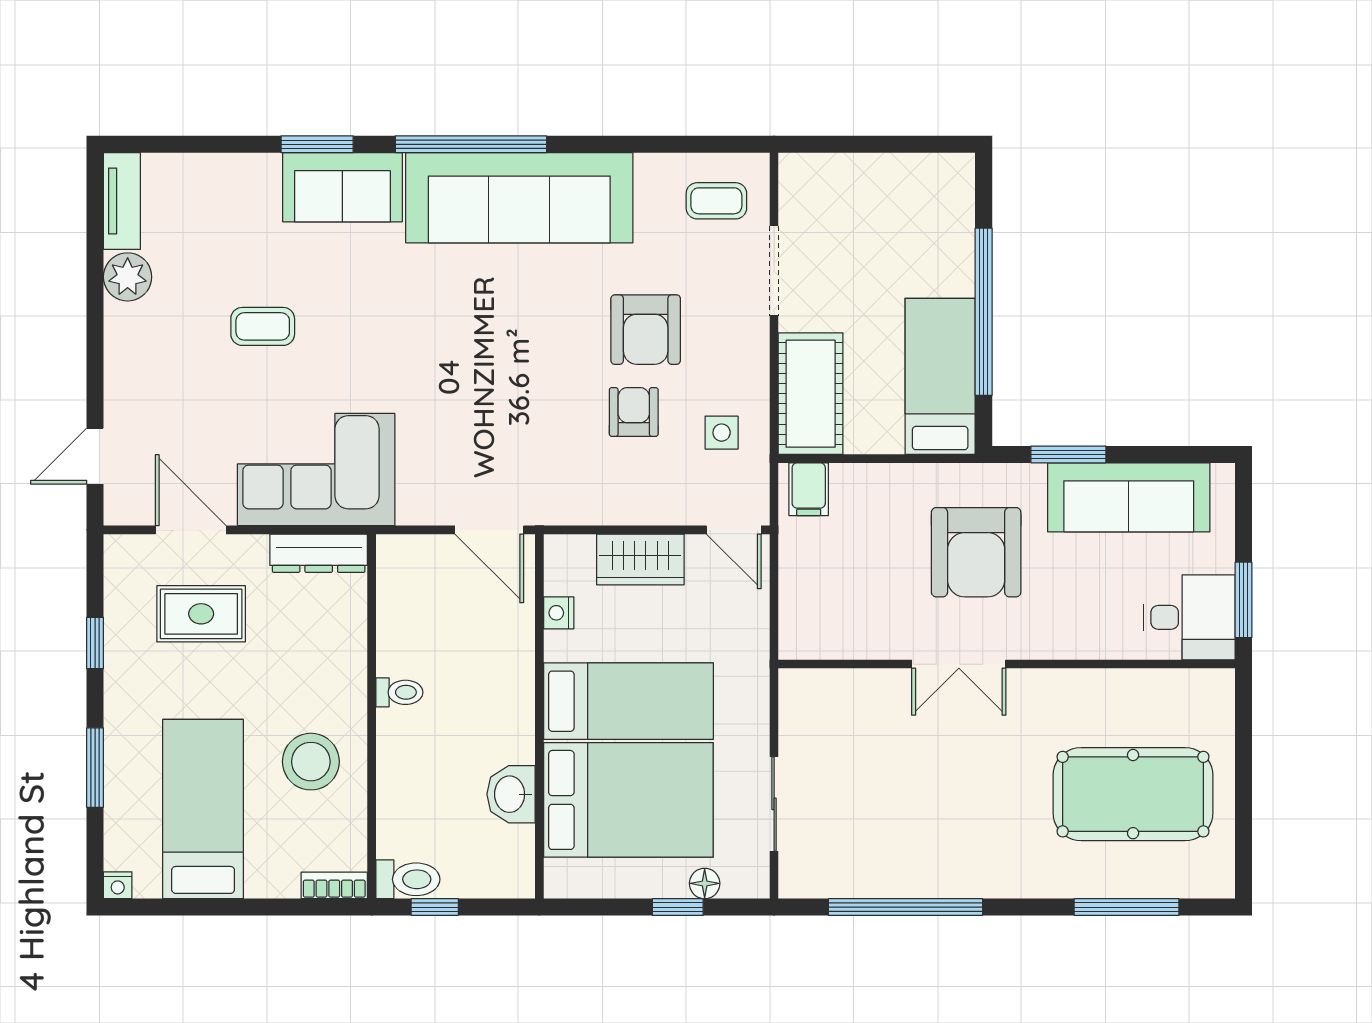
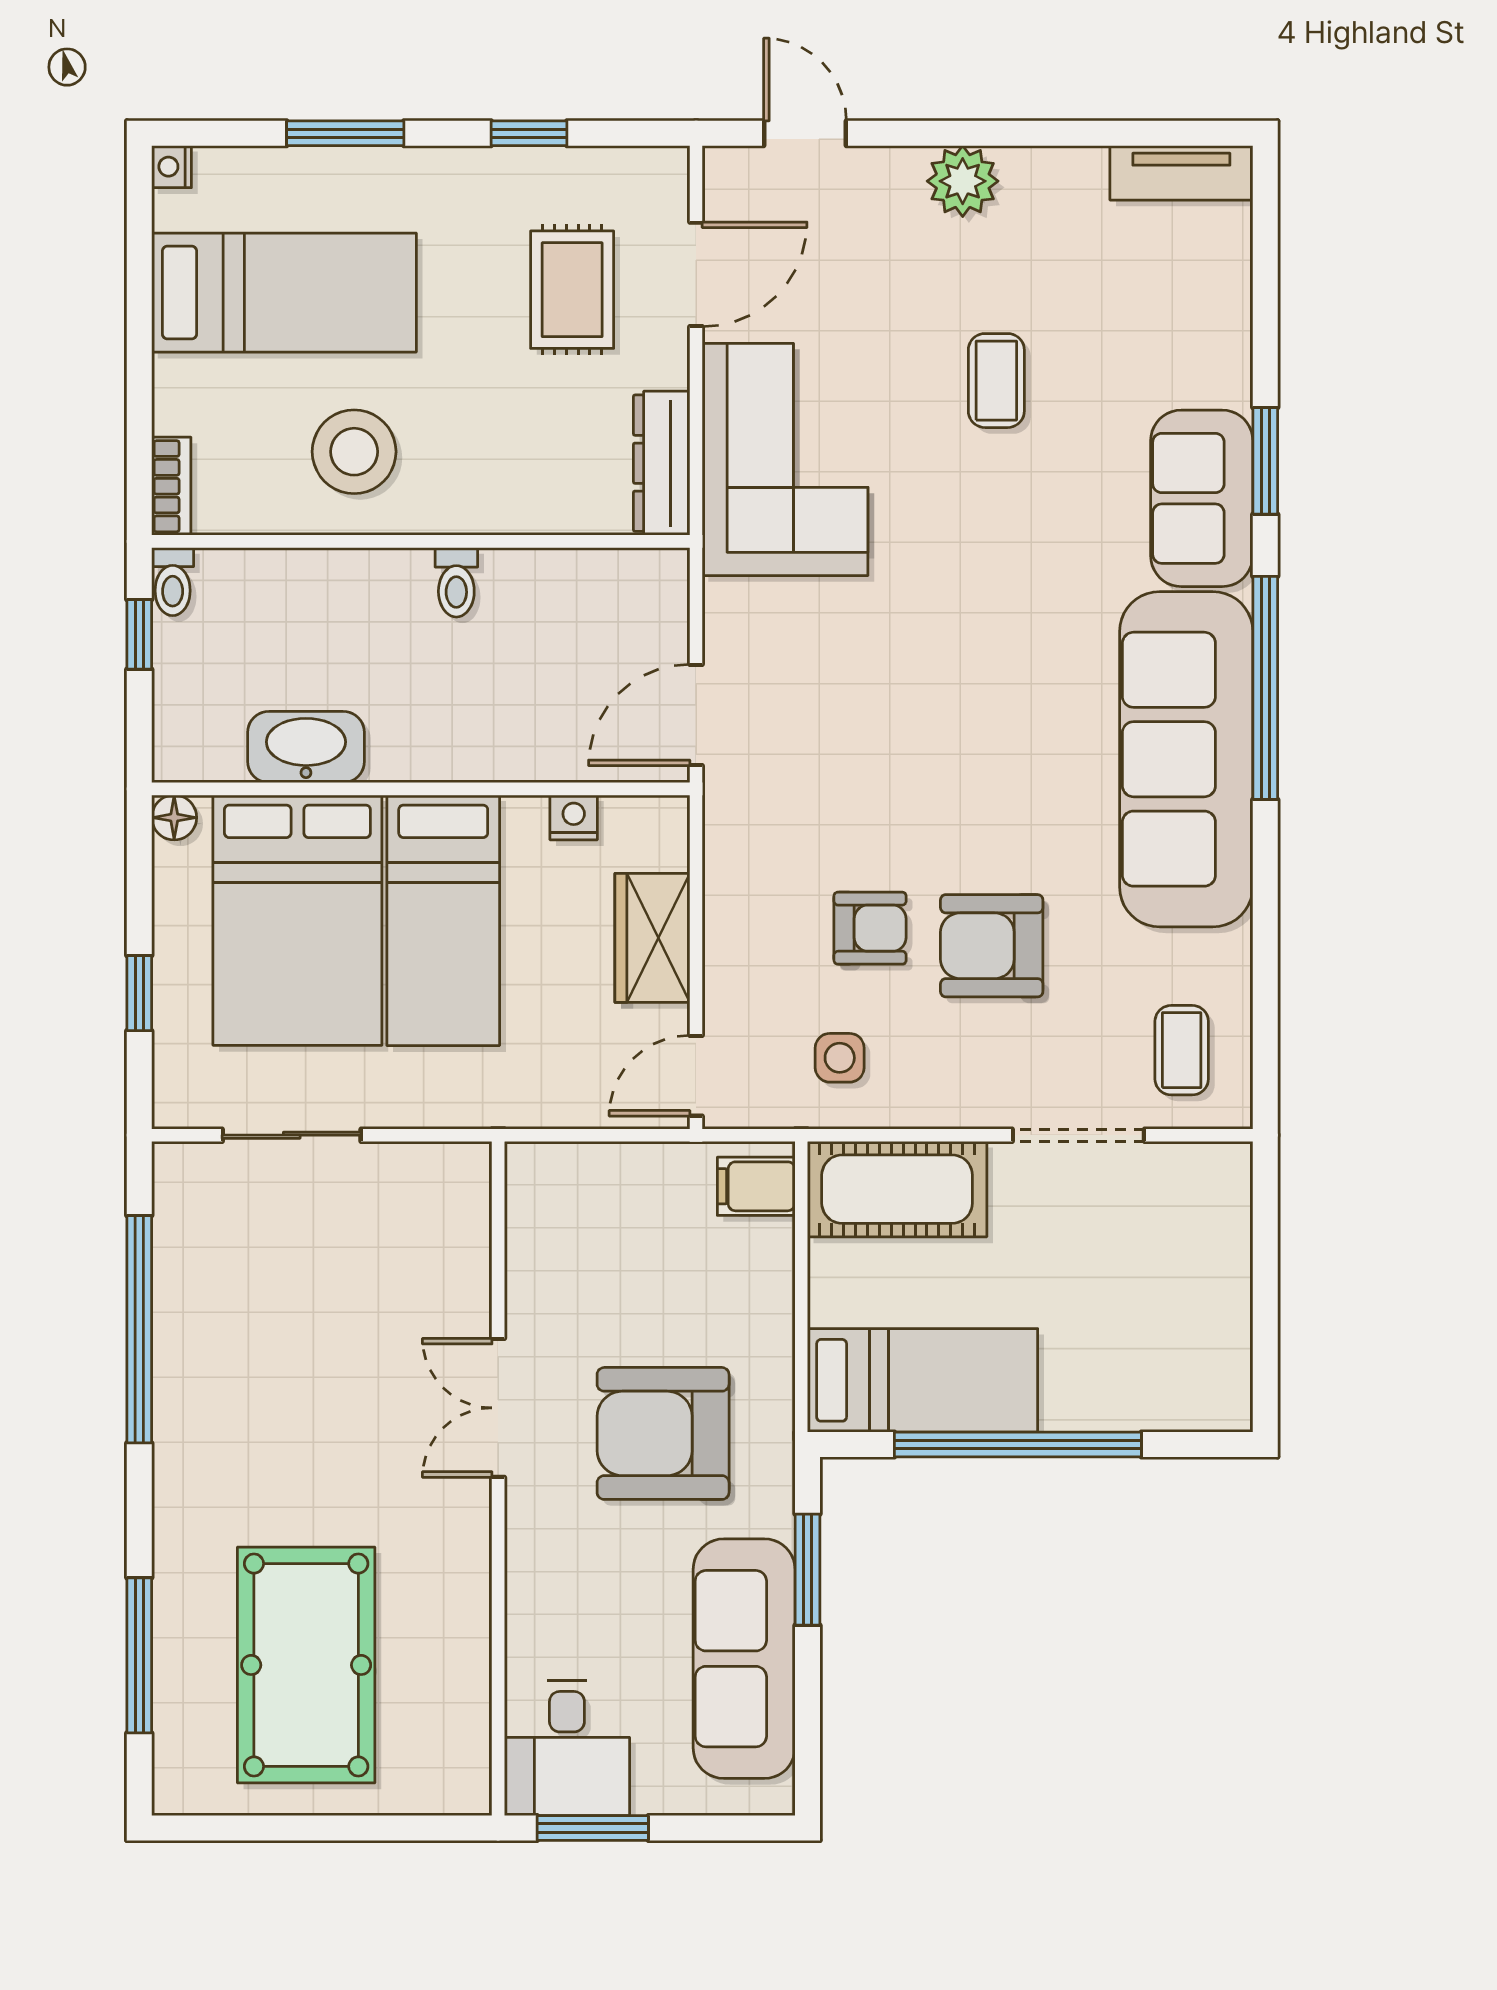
plant: (128, 277) -> (963, 181), moved
washbasin: (511, 794) -> (306, 747), width x1.38
toilet: (408, 879) -> (173, 582), width x0.73, depth x0.72
floor lamp: (705, 883) -> (174, 818), moved

